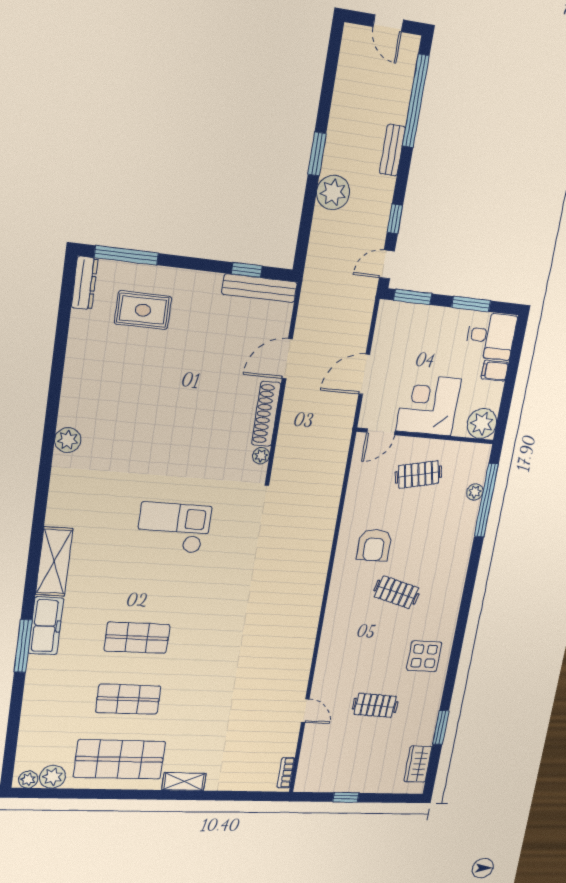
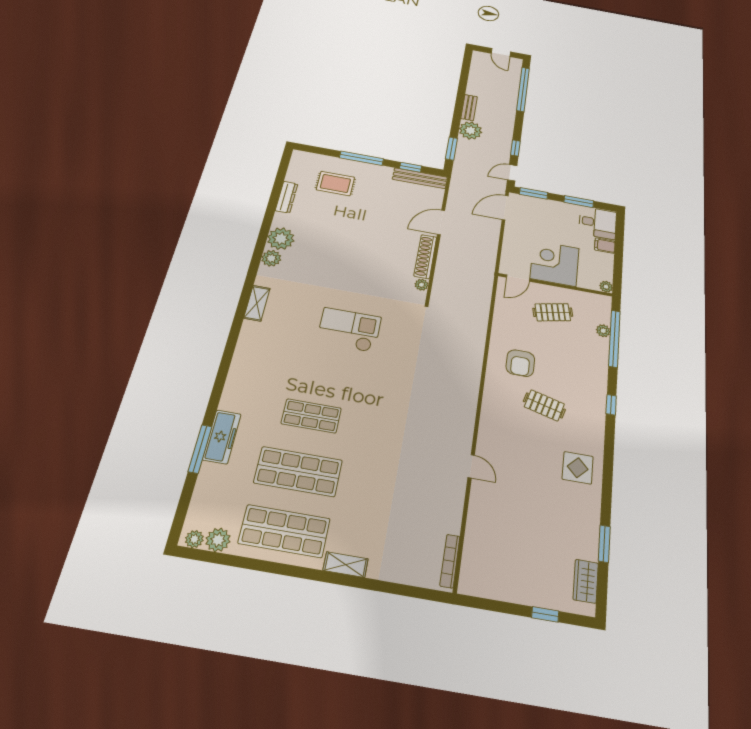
bench: (392, 150) -> (469, 108), moved
window: (317, 154) -> (451, 149), moved
window: (126, 255) -> (361, 158), moved
dresser: (85, 283) -> (287, 197), moved
door: (364, 374) -> (505, 208), moved
plant: (77, 409) -> (281, 239), added
plant: (482, 424) -> (606, 287), width x0.53, depth x0.53
shelving: (54, 562) -> (257, 303), moved, width x0.67, depth x0.75
window: (470, 582) -> (611, 405), added
freezer: (46, 626) -> (222, 437), moved
window: (23, 646) -> (200, 449), moved
shop shelf: (128, 699) -> (298, 471), width x1.43, depth x1.36
clothes rail: (375, 705) -> (535, 511), removed
door: (305, 711) -> (471, 466), moved
bookcase: (286, 773) -> (450, 561), width x1.56
window: (346, 797) -> (545, 614), moved

